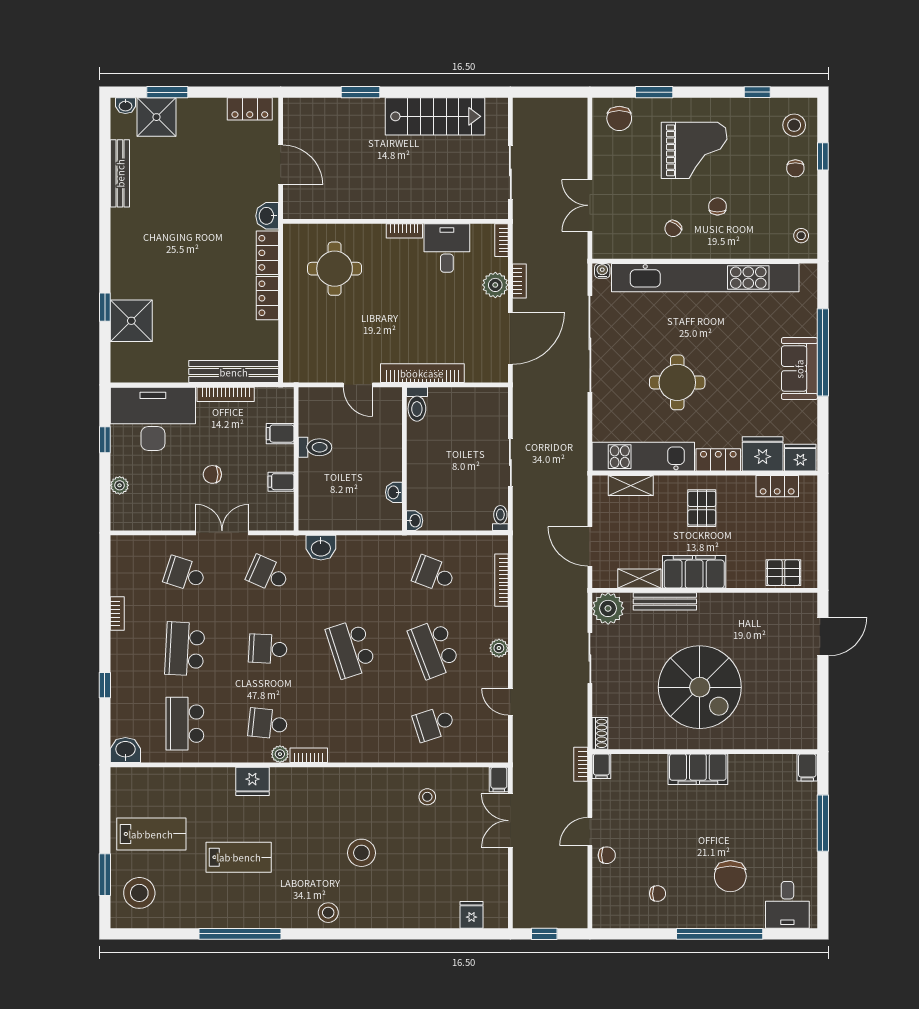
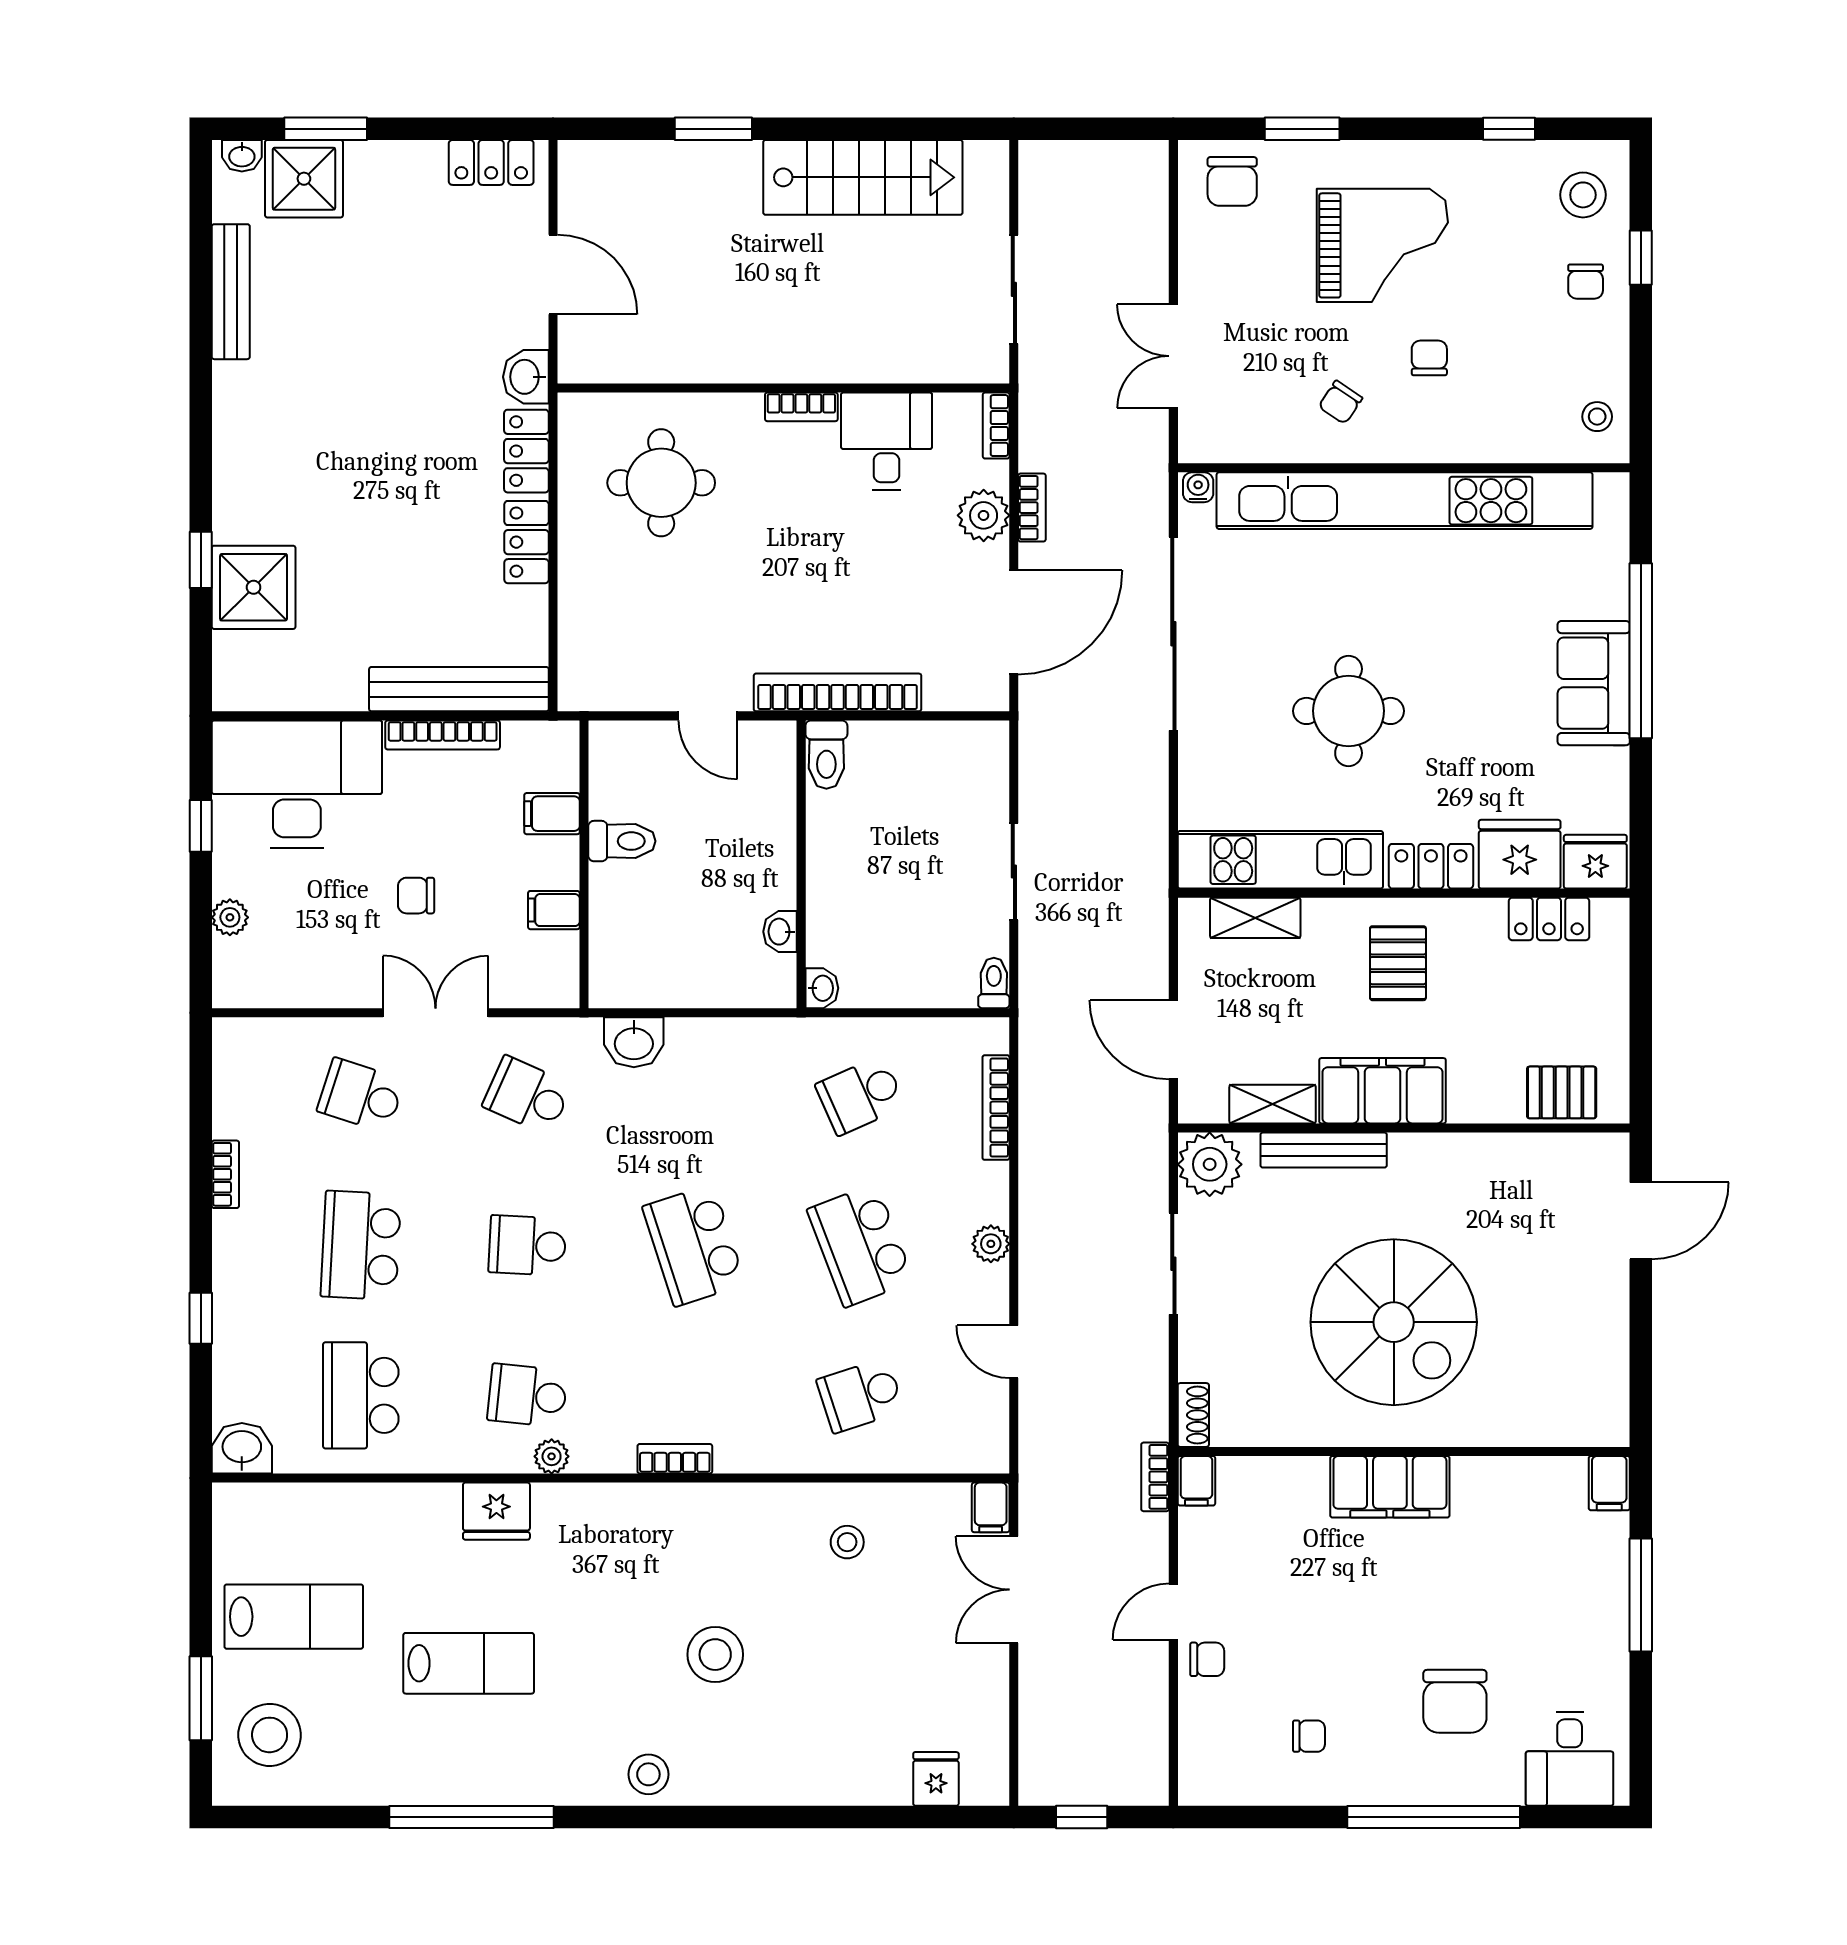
school desk: (434, 574) -> (860, 1095), turned -45
bookcase: (309, 755) -> (675, 1459), moved

